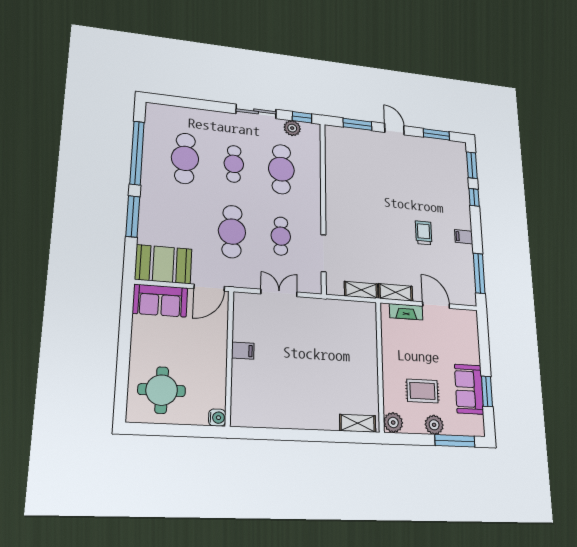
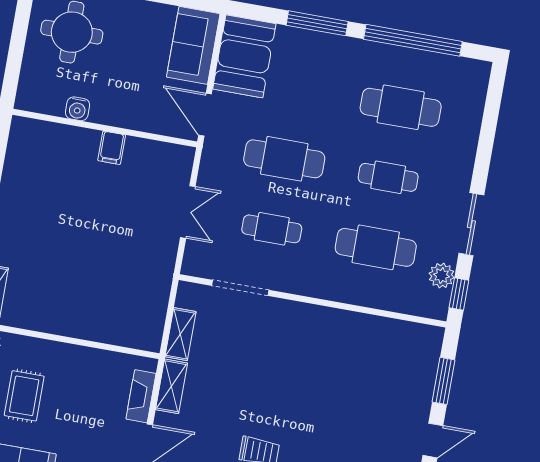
water cooler: (217, 418) -> (77, 109), moved

